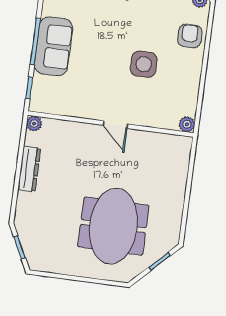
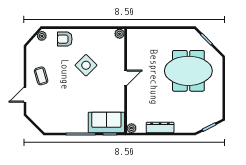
sofa: (53, 46) -> (106, 122), moved
side table: (144, 64) -> (86, 65), turned 45

